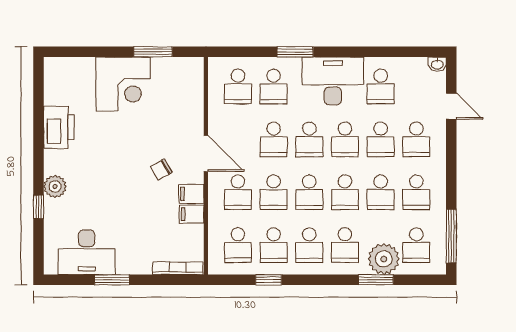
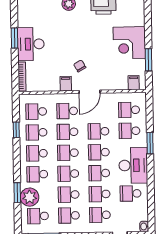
filing cabinet: (192, 214) -> (134, 83), moved
desk: (87, 252) -> (31, 44), moved

